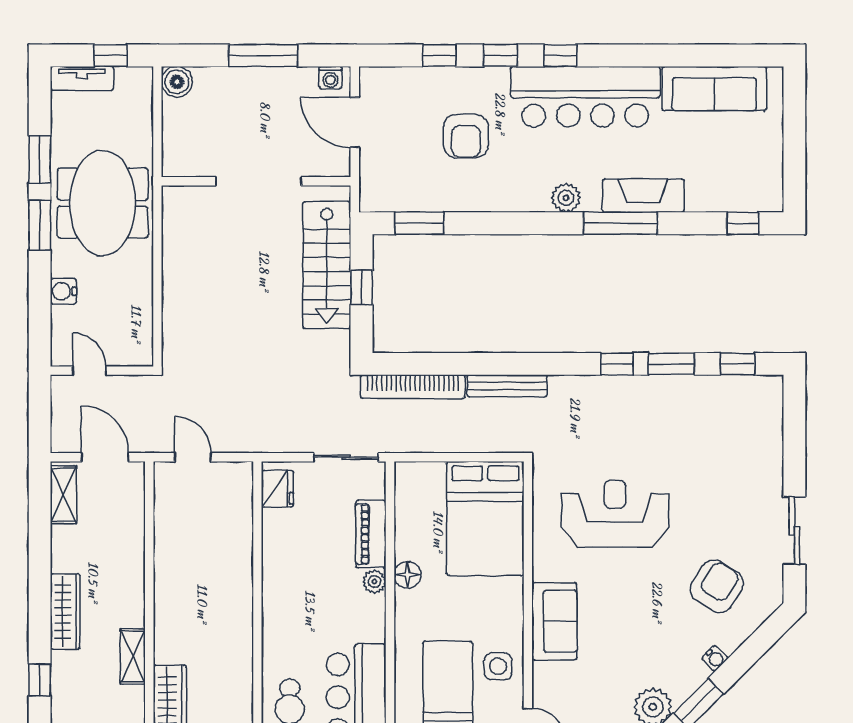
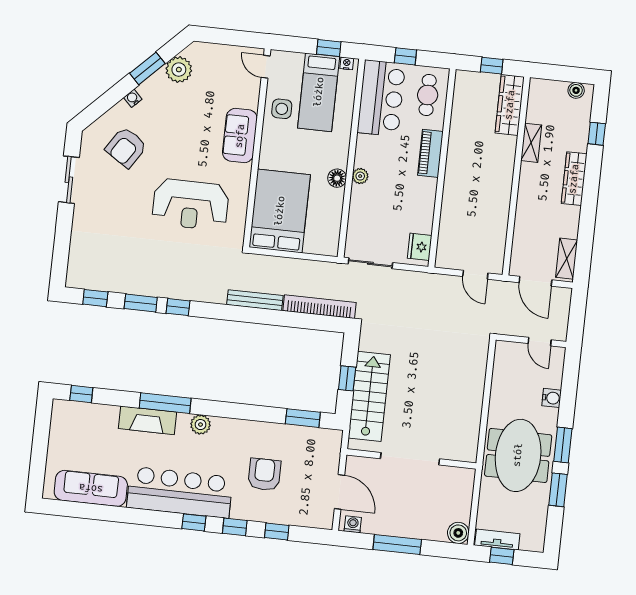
tv unit: (82, 78) -> (497, 540), moved
piano: (371, 534) -> (430, 153), moved, turned 180

